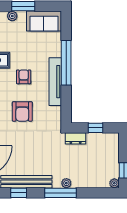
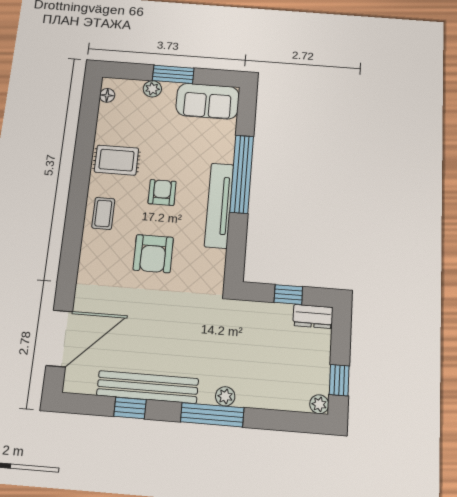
dresser: (76, 138) -> (313, 316), moved

